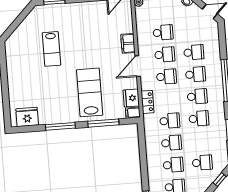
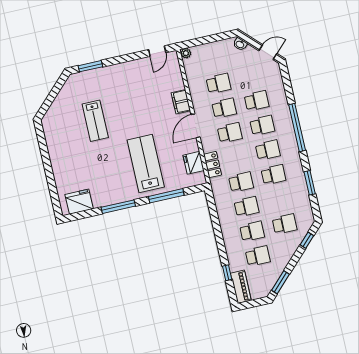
filing cabinet: (133, 113) -> (198, 179), removed

